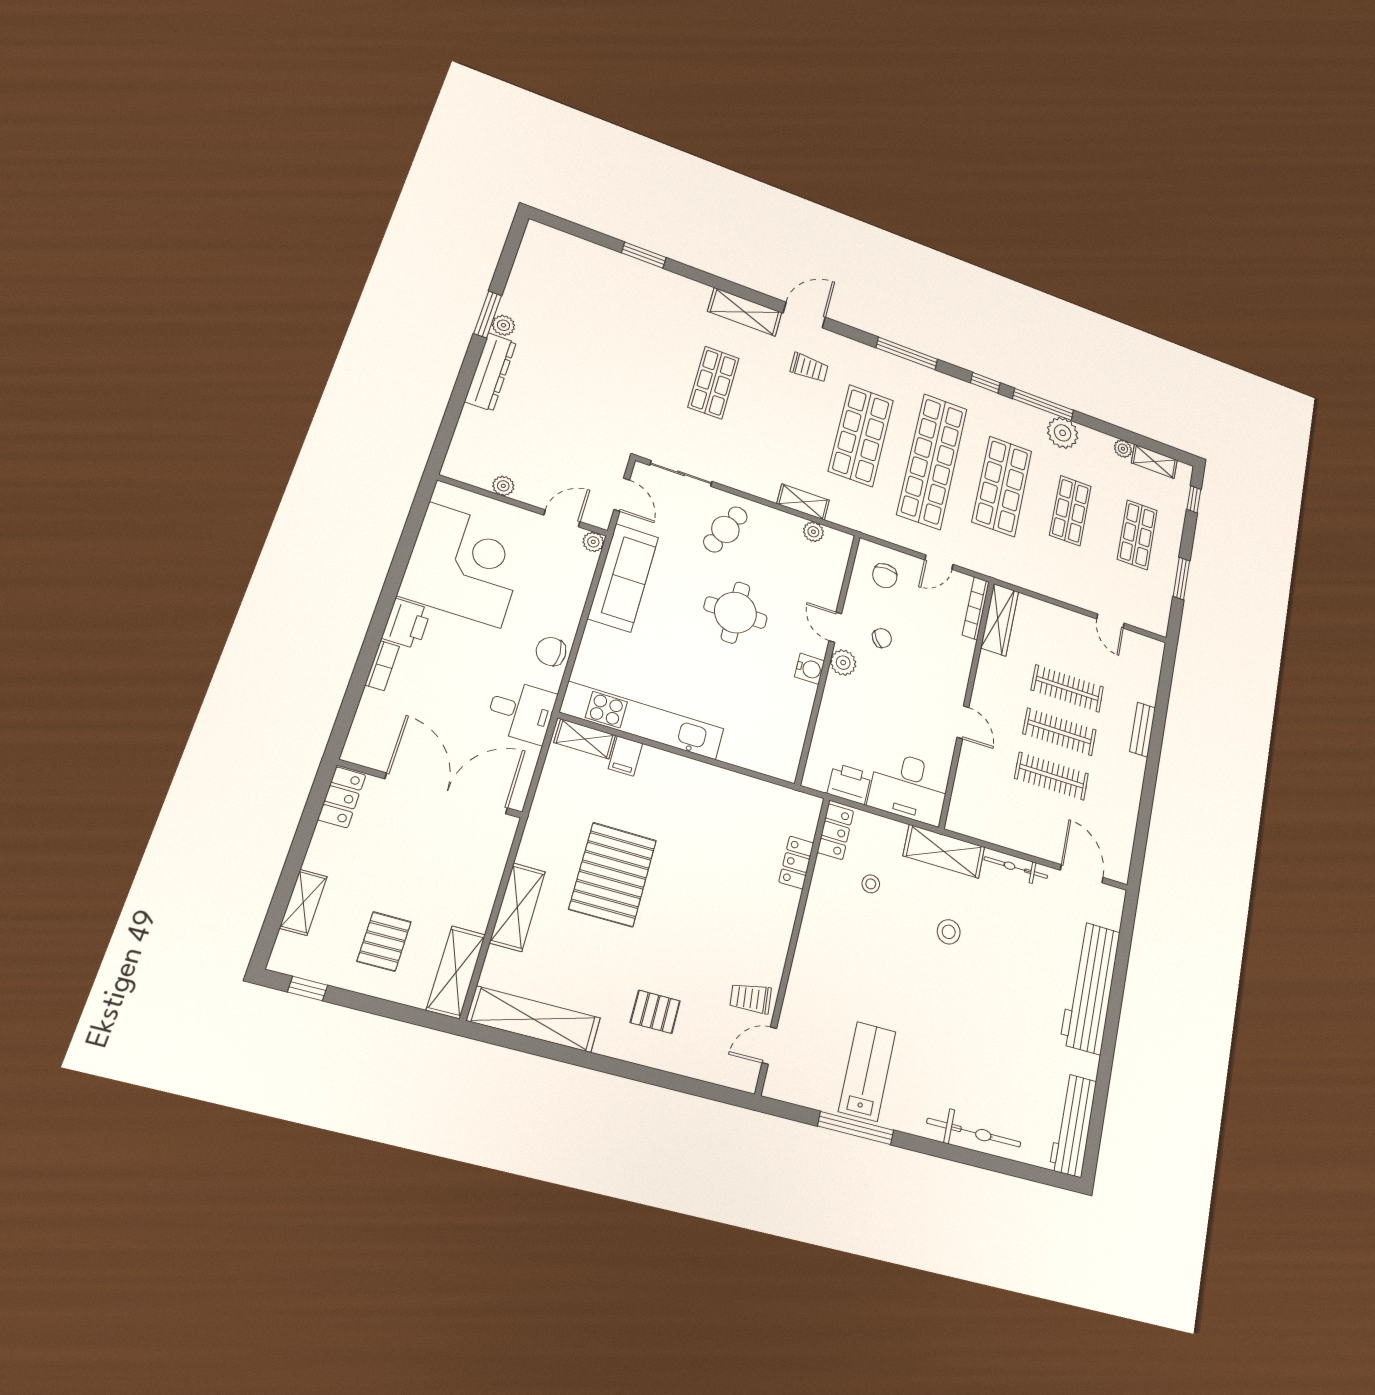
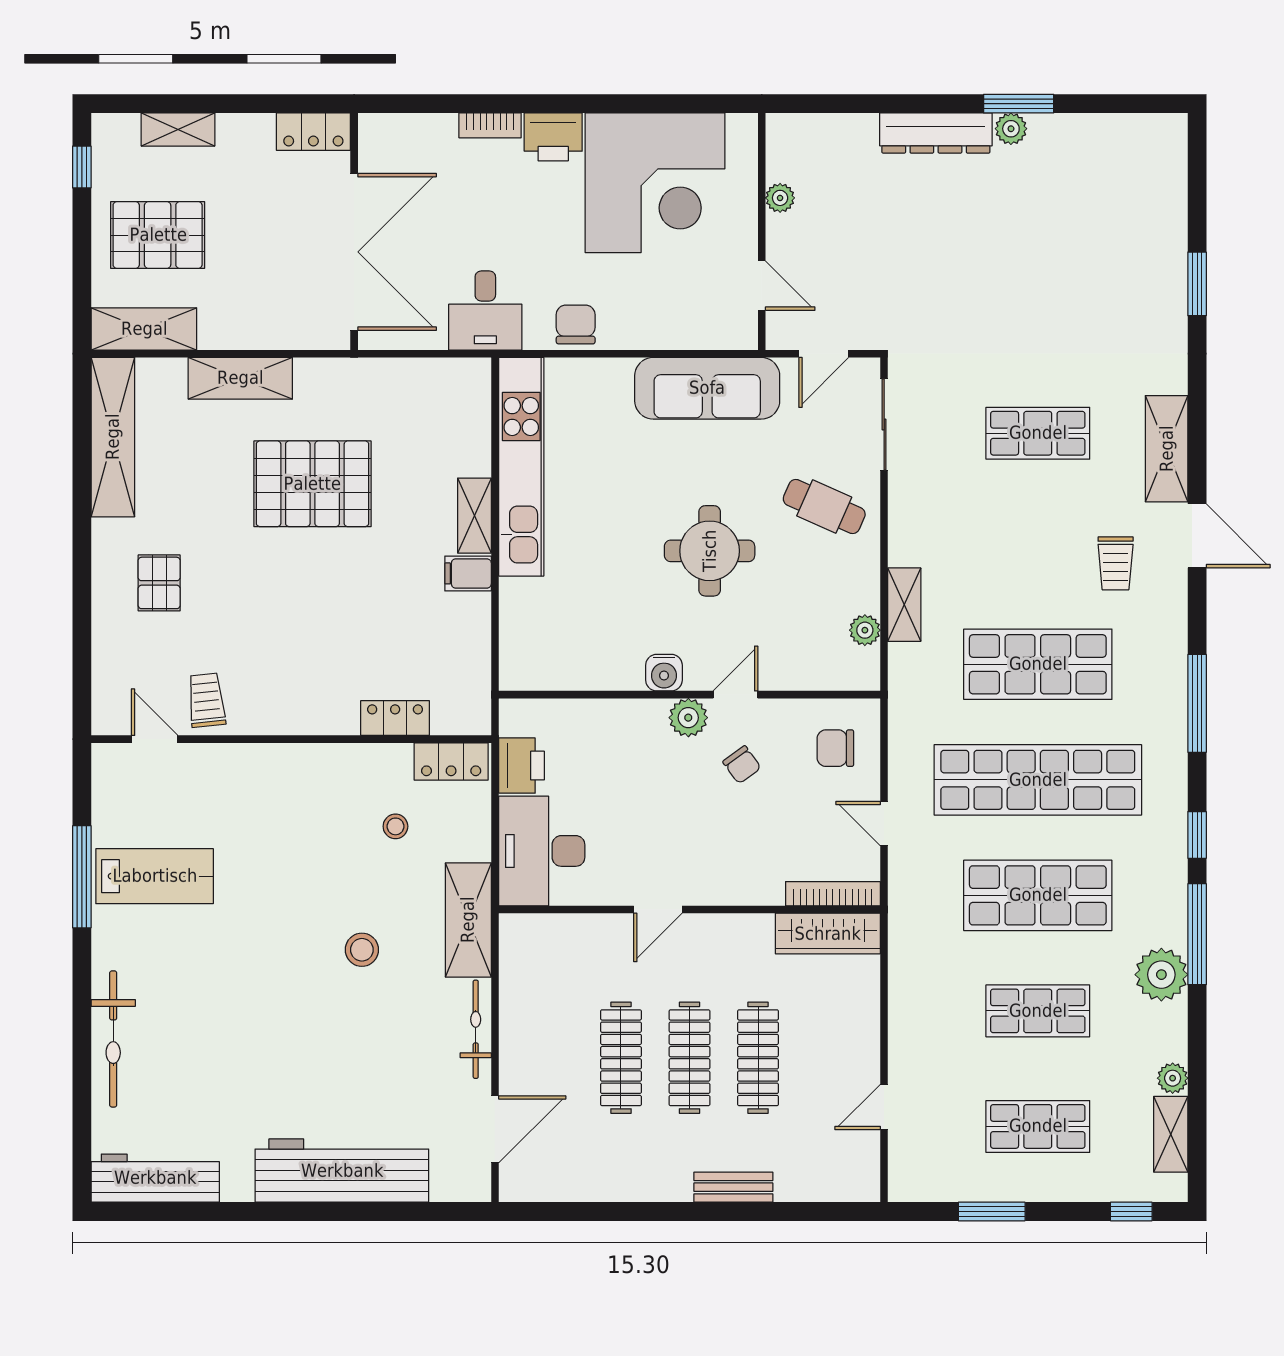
plant: (593, 542) -> (743, 335), removed
shelving: (585, 739) -> (474, 516), moved
filing cabinet: (625, 756) -> (468, 573), moved
pallet: (384, 941) -> (158, 235), width x1.50, depth x1.42

